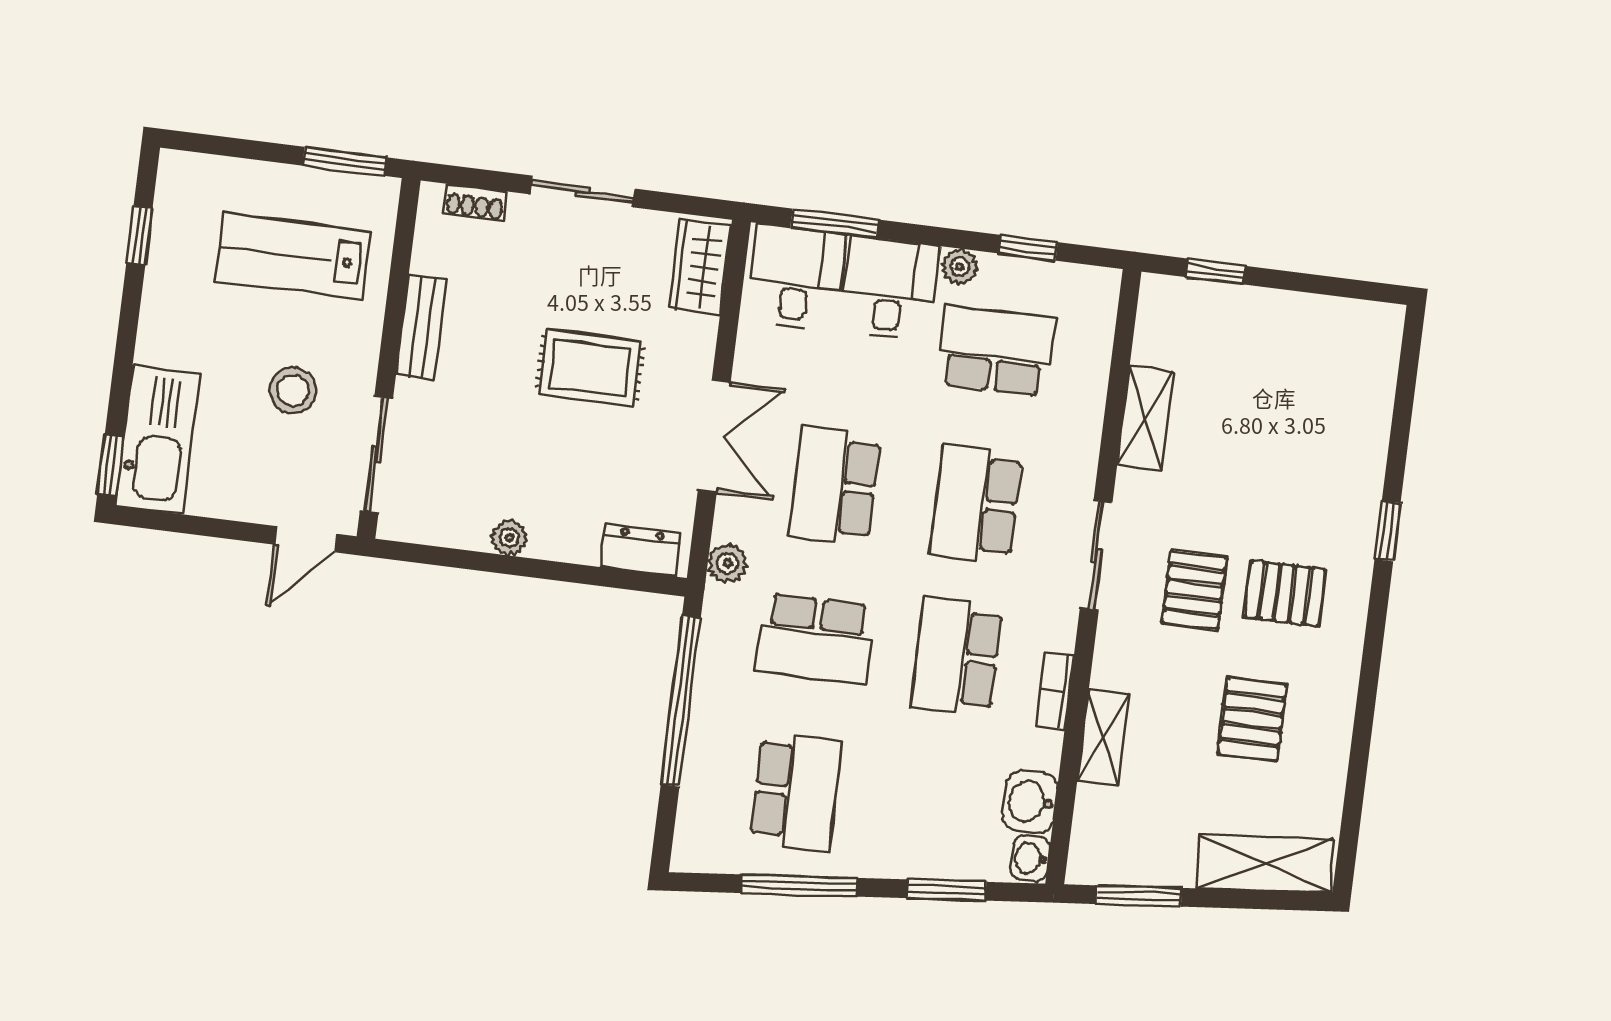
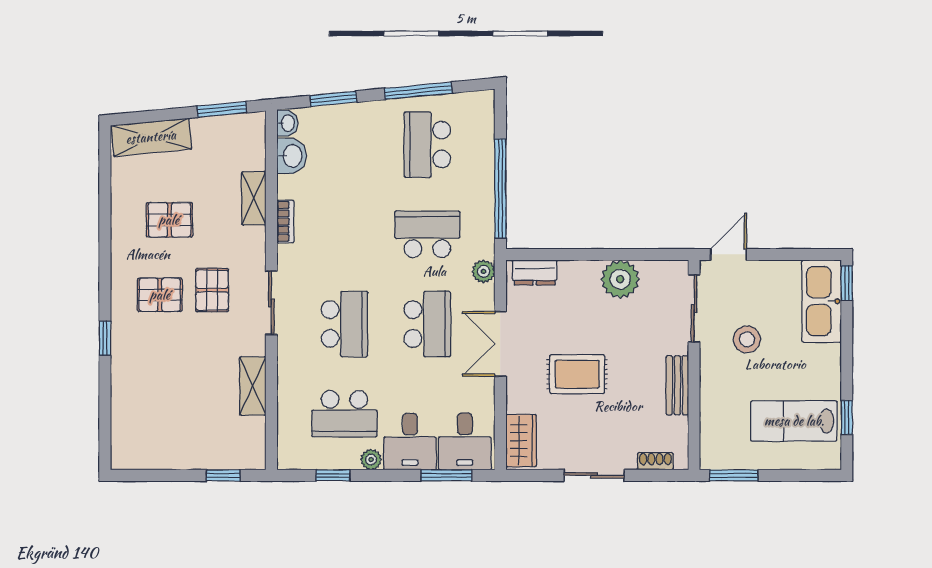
lab bench: (293, 256) -> (794, 421), moved, turned 180
plant: (509, 538) -> (620, 279), width x1.88, depth x1.88
school desk: (957, 657) -> (344, 234), removed
pallet: (1252, 719) -> (169, 220), turned 90

